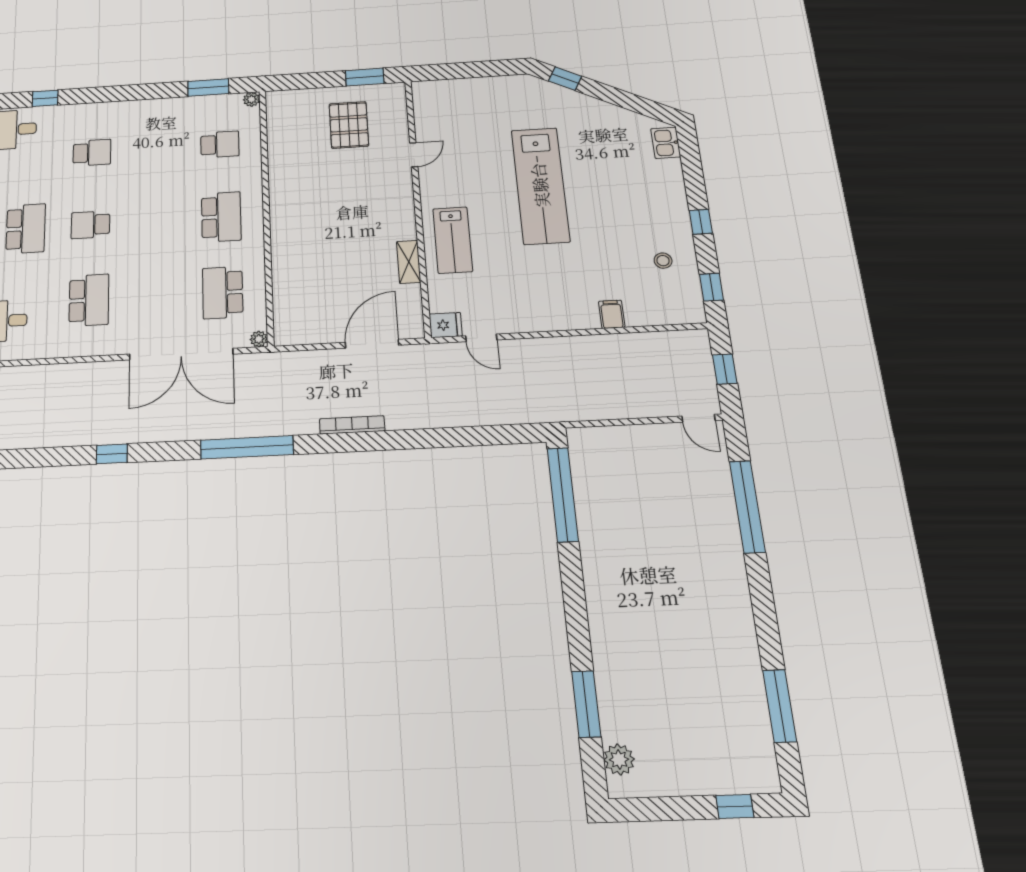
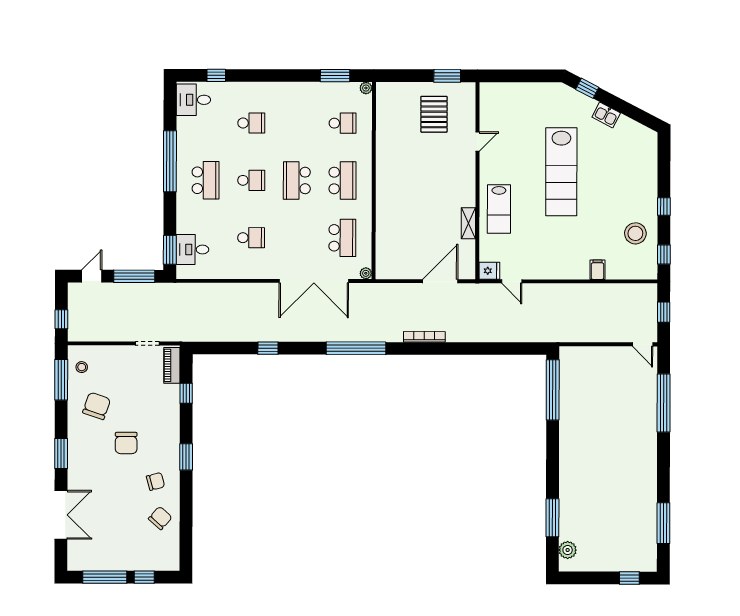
kitchen sink: (666, 143) -> (606, 115), moved, turned -63
school desk: (156, 221) -> (297, 180), added
school desk: (90, 225) -> (251, 180), turned 180
stool: (663, 261) -> (635, 233), width x1.89, depth x1.89
school desk: (223, 293) -> (342, 238), turned 180
school desk: (89, 300) -> (251, 238), width x0.54

